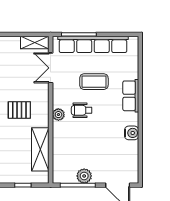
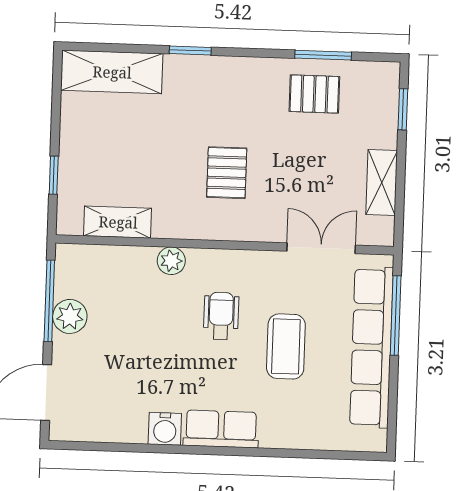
shelving: (35, 42) -> (382, 183), moved
row of seats: (131, 96) -> (221, 429), moved
plant: (58, 115) -> (171, 261), moved
shelving: (40, 149) -> (118, 222), width x0.67, depth x0.75

